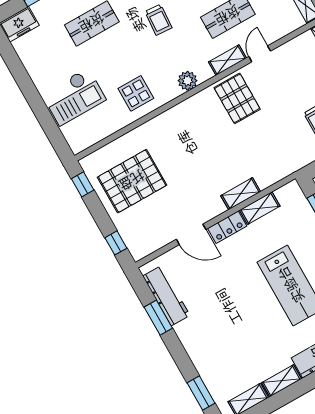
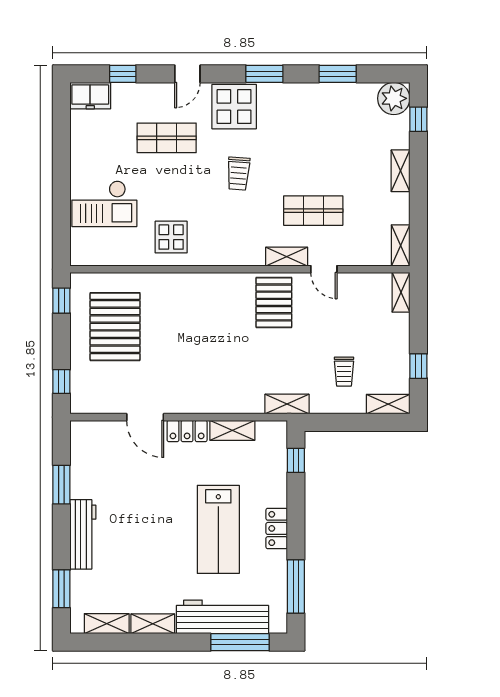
door: (260, 54) -> (324, 269), swing flipped
plant: (188, 81) -> (233, 254), removed
pallet: (132, 181) -> (115, 327), turned 90
shelving: (241, 194) -> (287, 404), moved
workbench: (166, 296) -> (83, 534), moved

